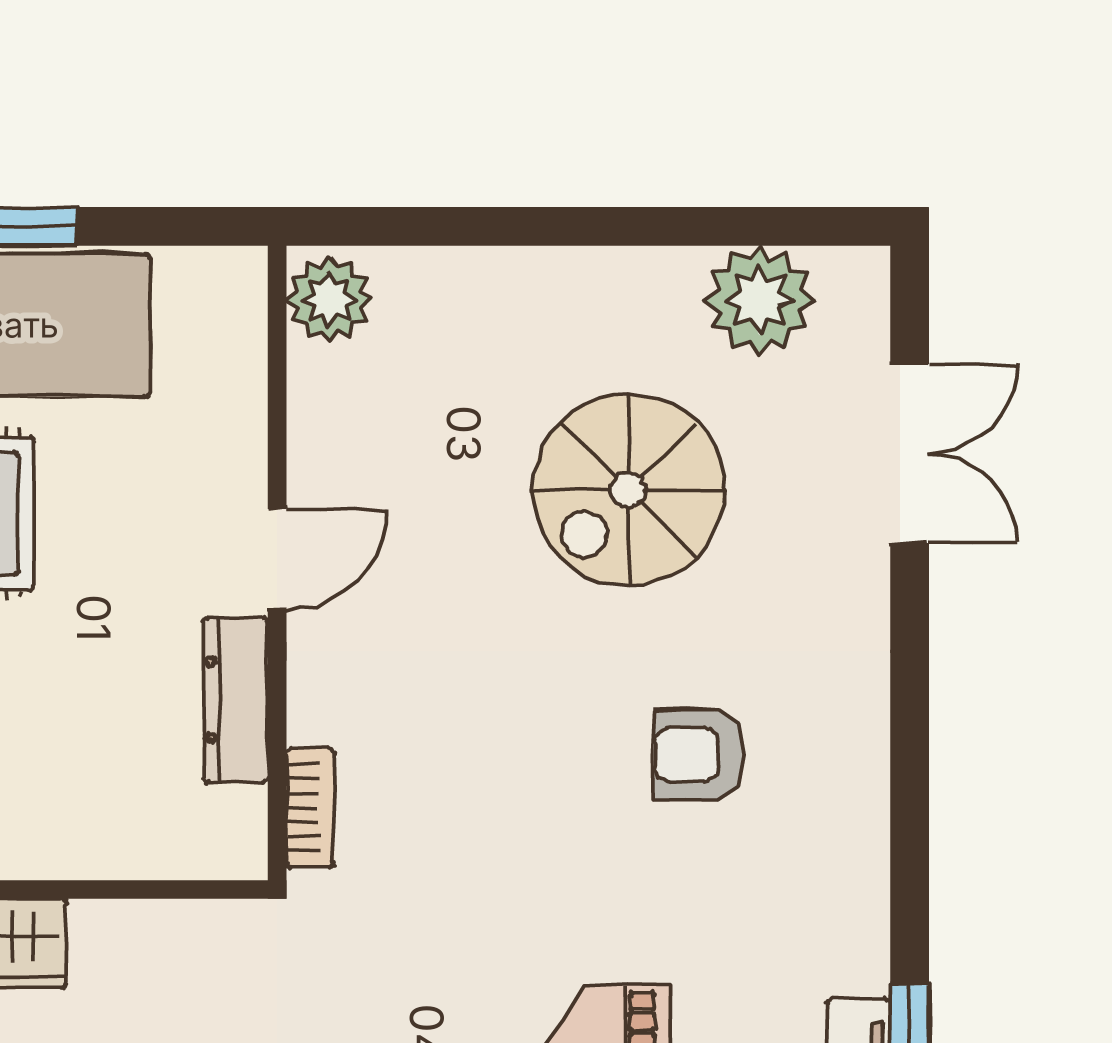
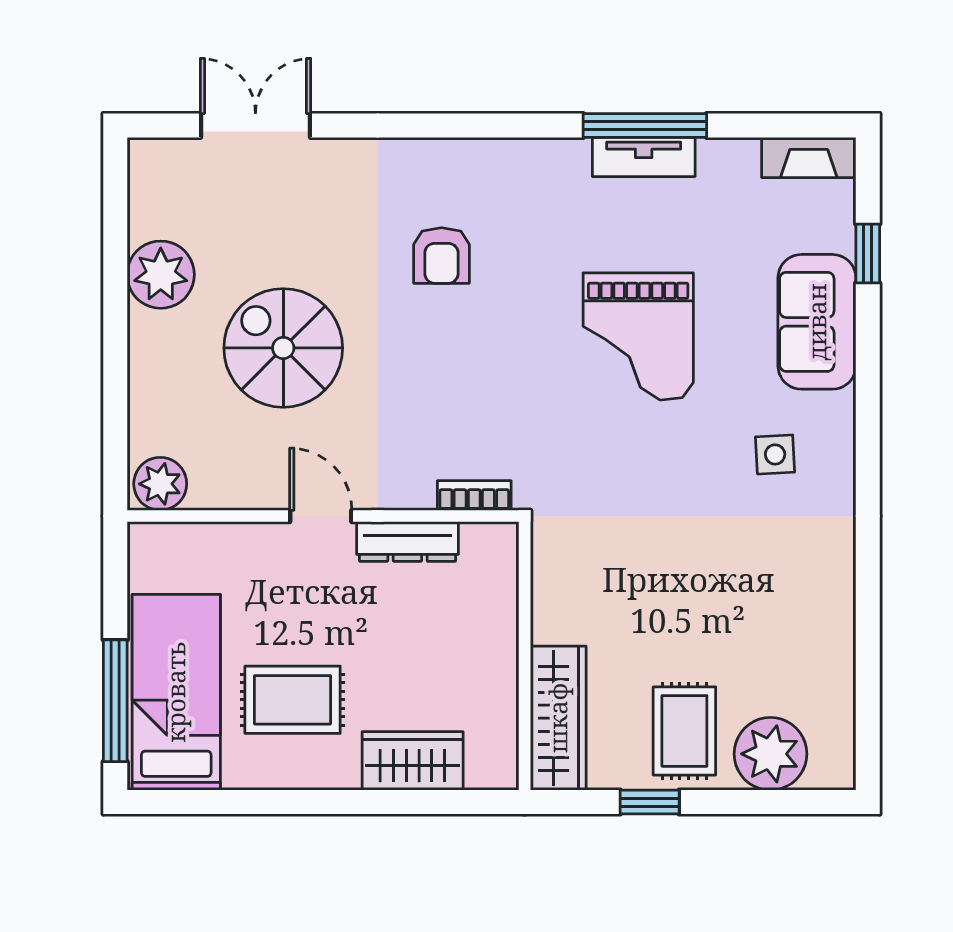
plant: (759, 300) -> (161, 275), moved
spiral stairs: (628, 490) -> (283, 348), moved, turned 180

